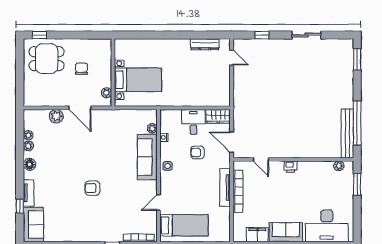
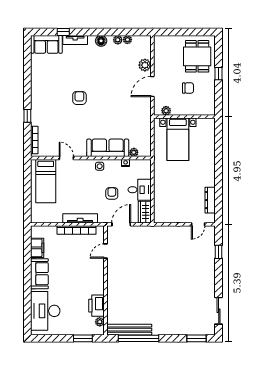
window: (39, 35) -> (219, 74), moved
sliding door: (306, 35) -> (219, 311), moved
printer: (291, 167) -> (97, 306), moved, width x1.87, depth x1.48

